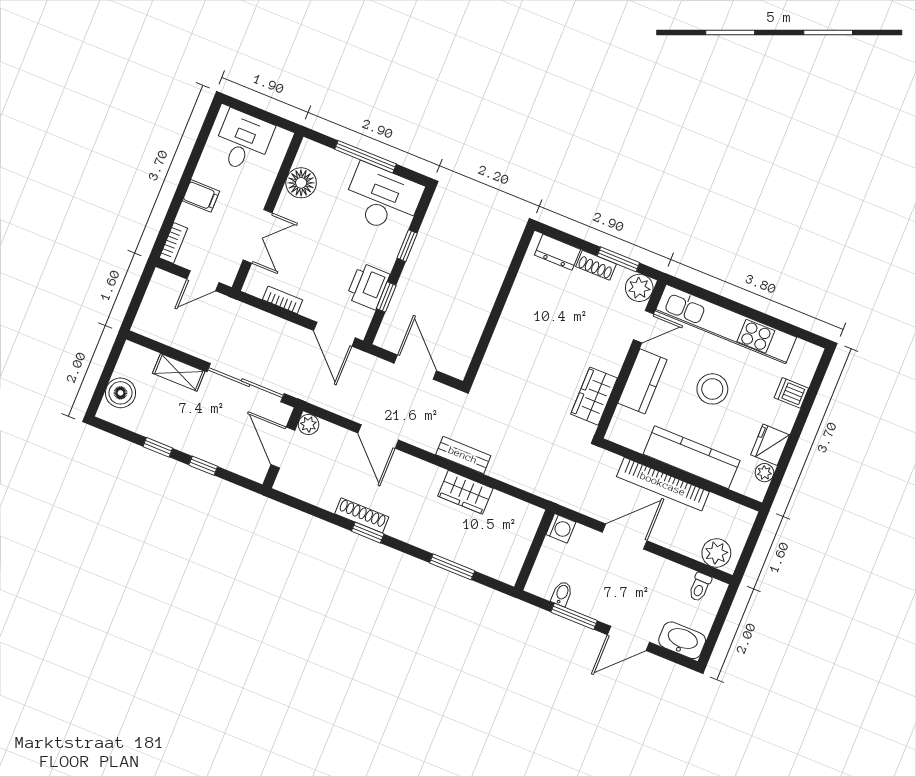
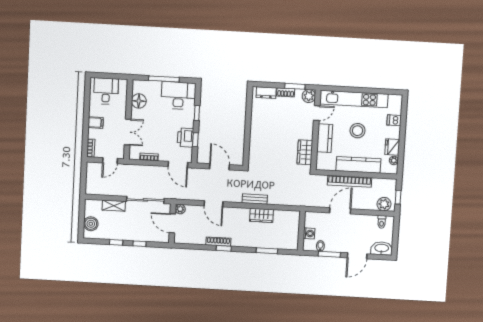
washing machine: (561, 528) -> (309, 233), moved
window: (749, 549) -> (398, 197), added

